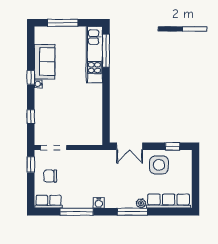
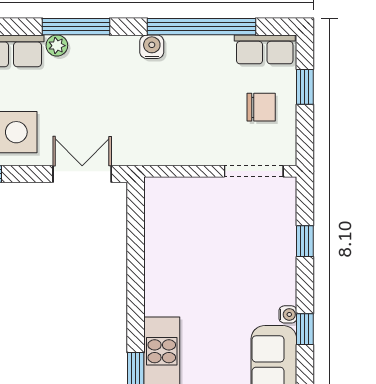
window: (31, 165) -> (305, 87), moved
window: (77, 212) -> (202, 27), width x1.46

